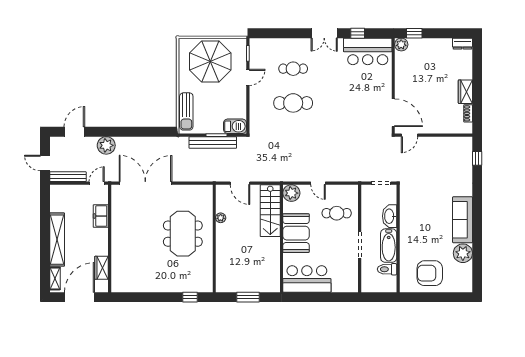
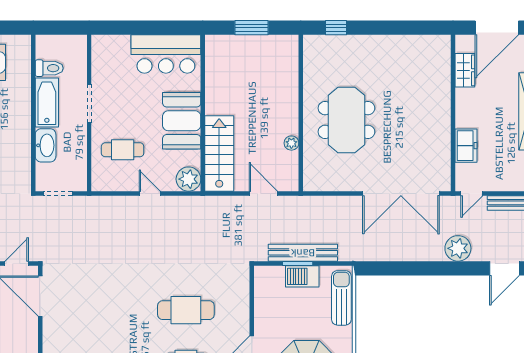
barbecue: (235, 126) -> (302, 276), moved

